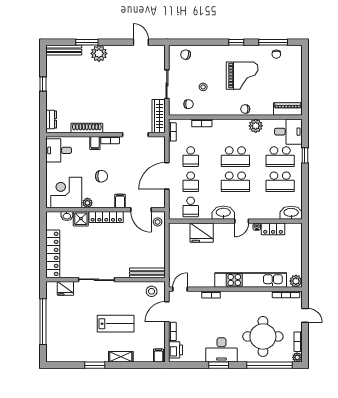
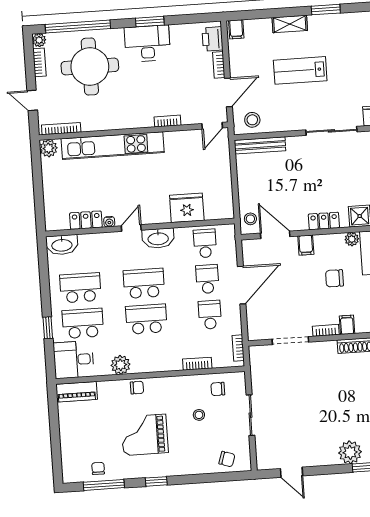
wardrobe: (159, 116) -> (259, 369), removed
locker: (106, 217) -> (324, 221), width x0.66

